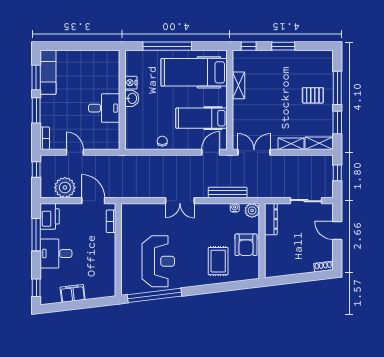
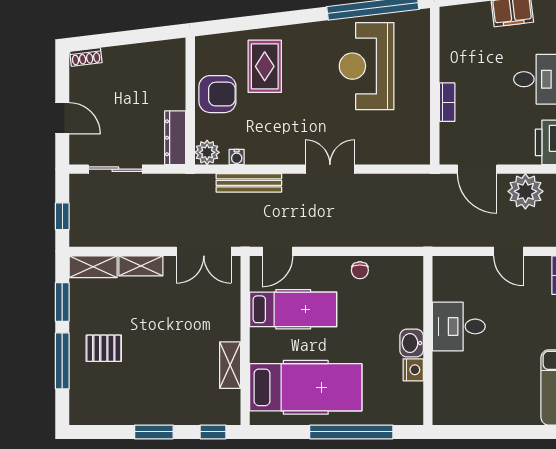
bookcase: (111, 221) -> (447, 102), moved
armchair: (246, 245) -> (217, 94), turned 90

